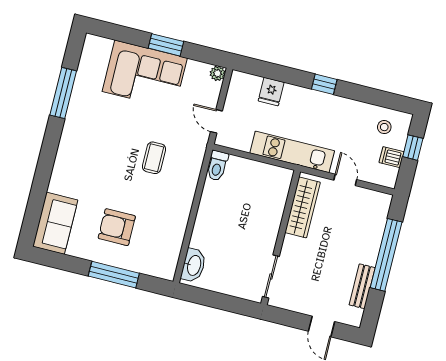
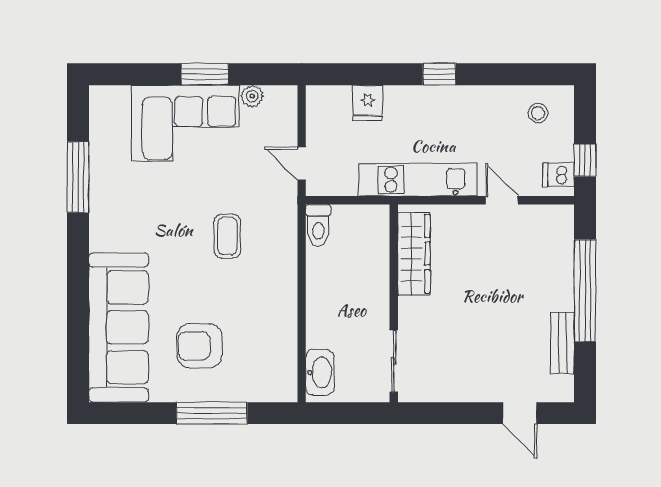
plant: (218, 73) -> (252, 96), moved
window: (413, 148) -> (585, 160), moved
dishwasher: (391, 157) -> (558, 175), moved
wardrobe: (303, 207) -> (414, 254), moved
sofa: (55, 223) -> (119, 327), width x1.85, depth x1.27
wall: (281, 238) -> (394, 303), moved
sliding door: (271, 277) -> (394, 361), moved

